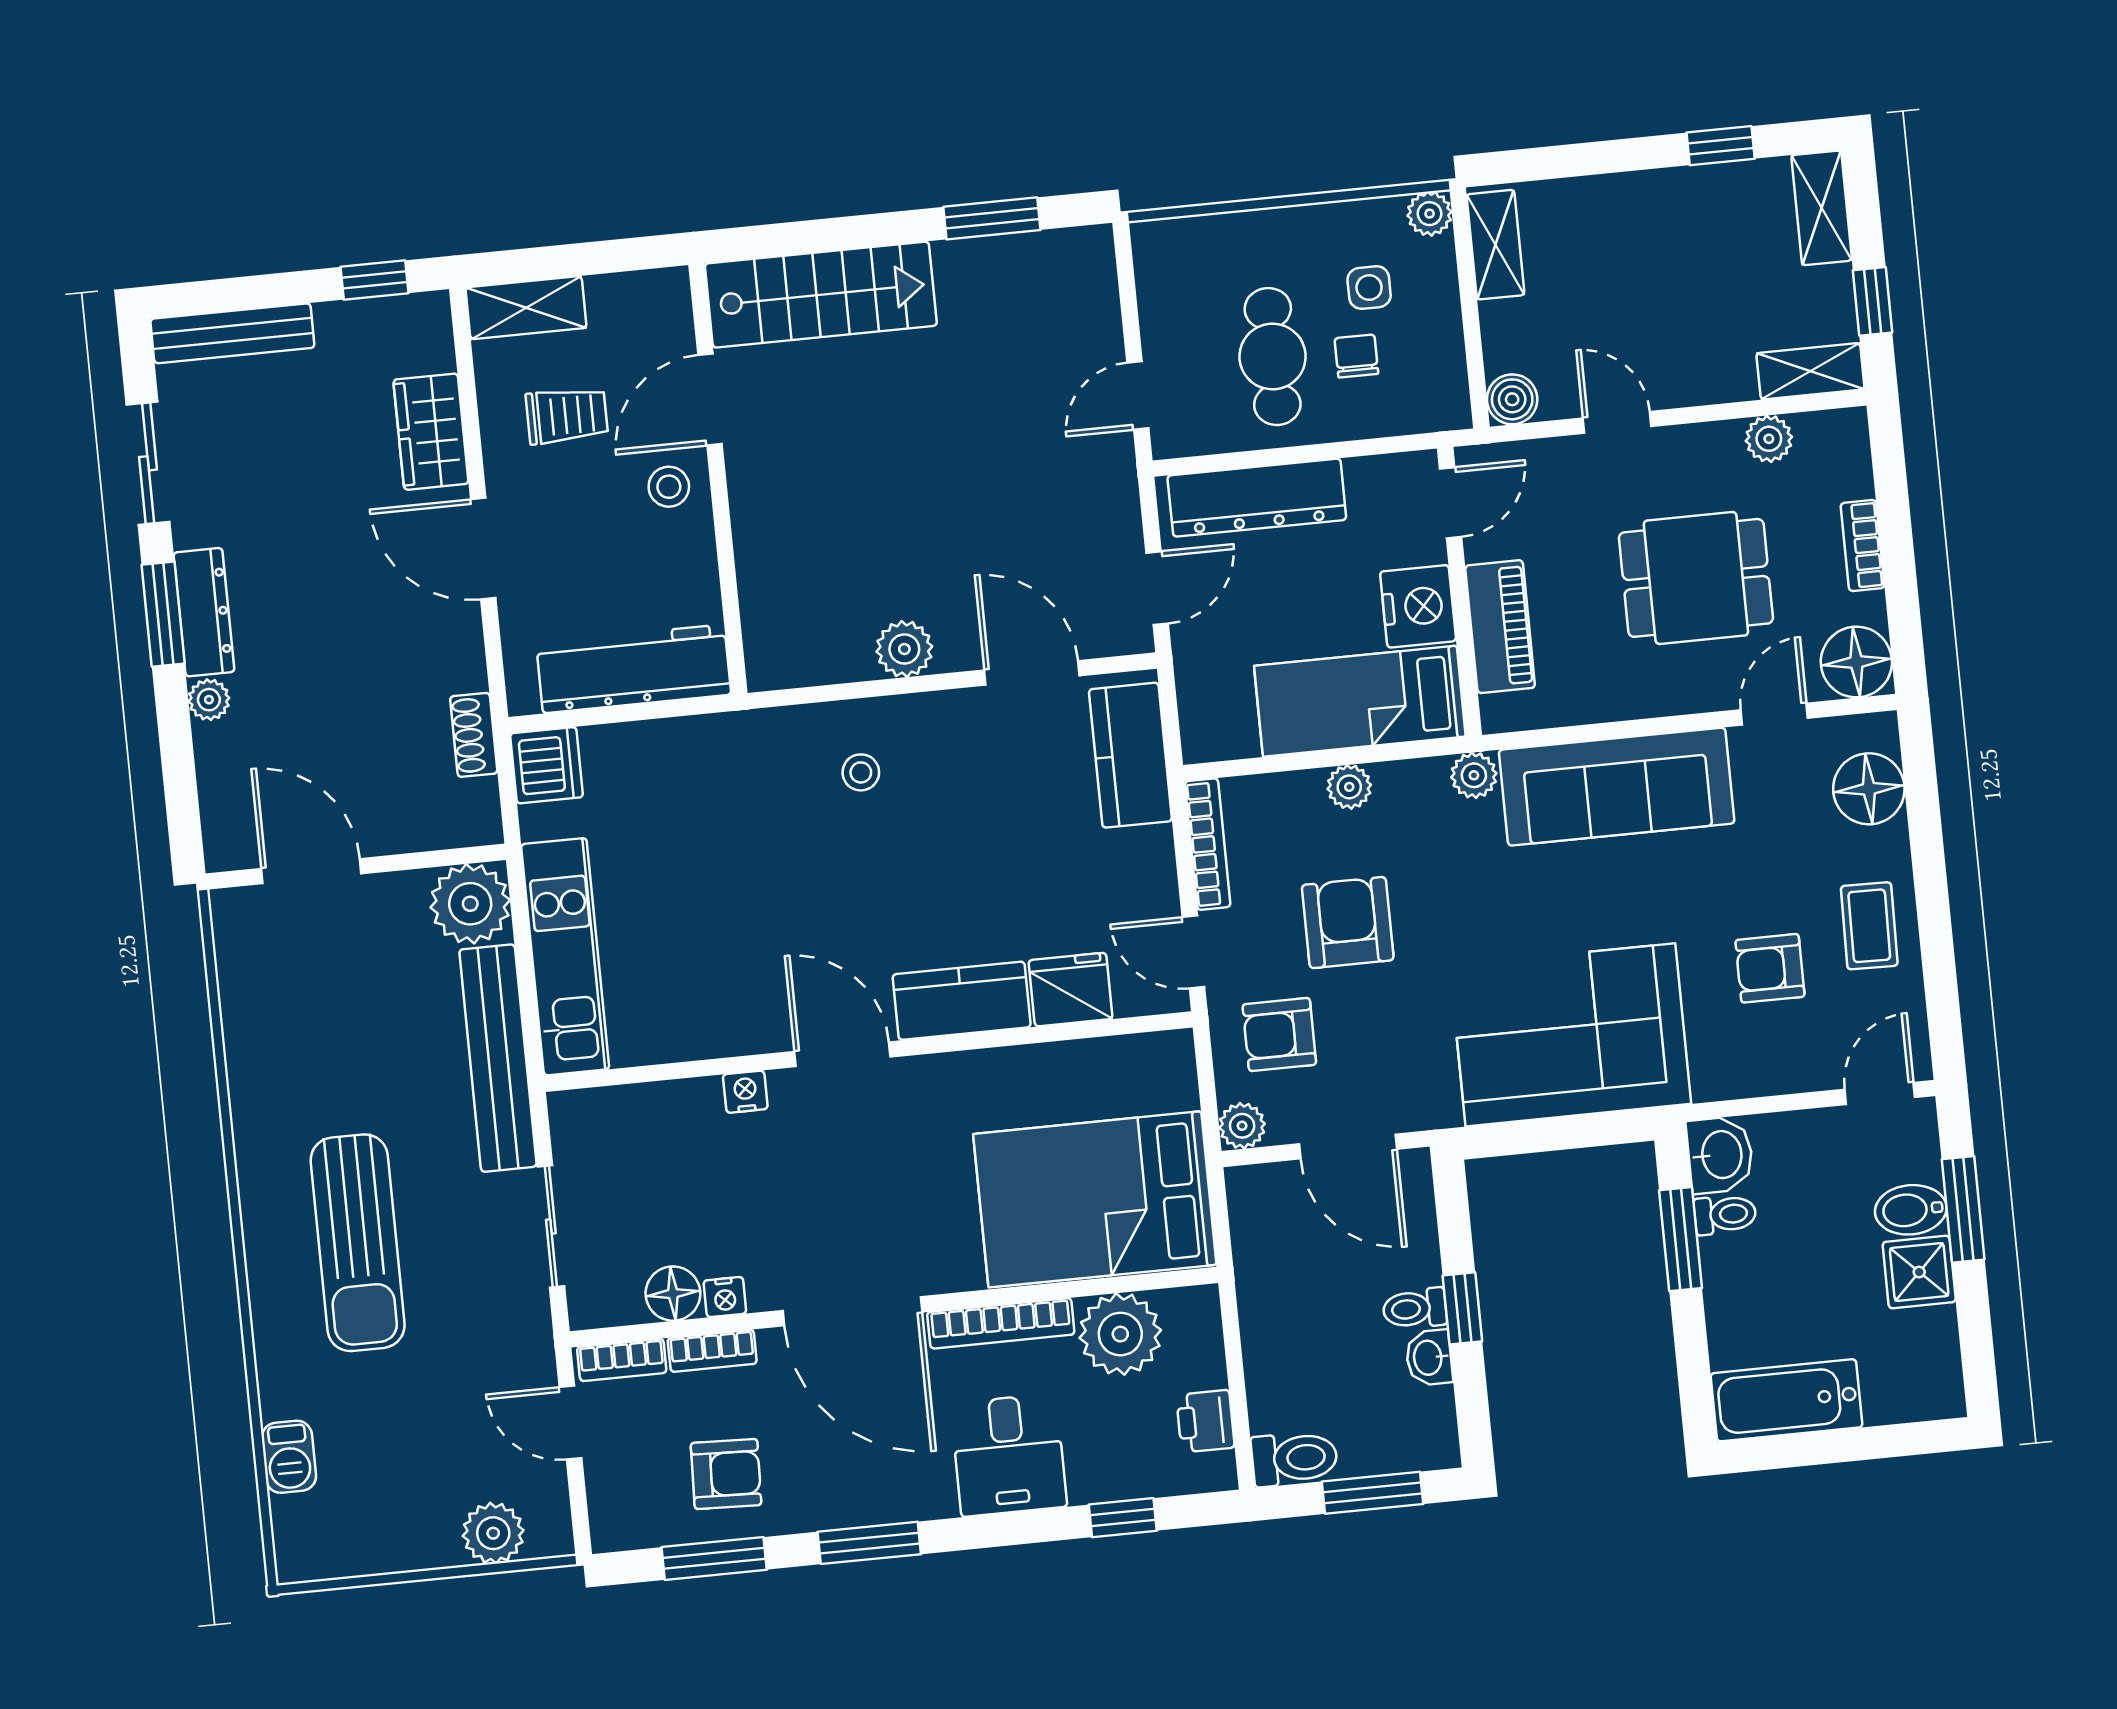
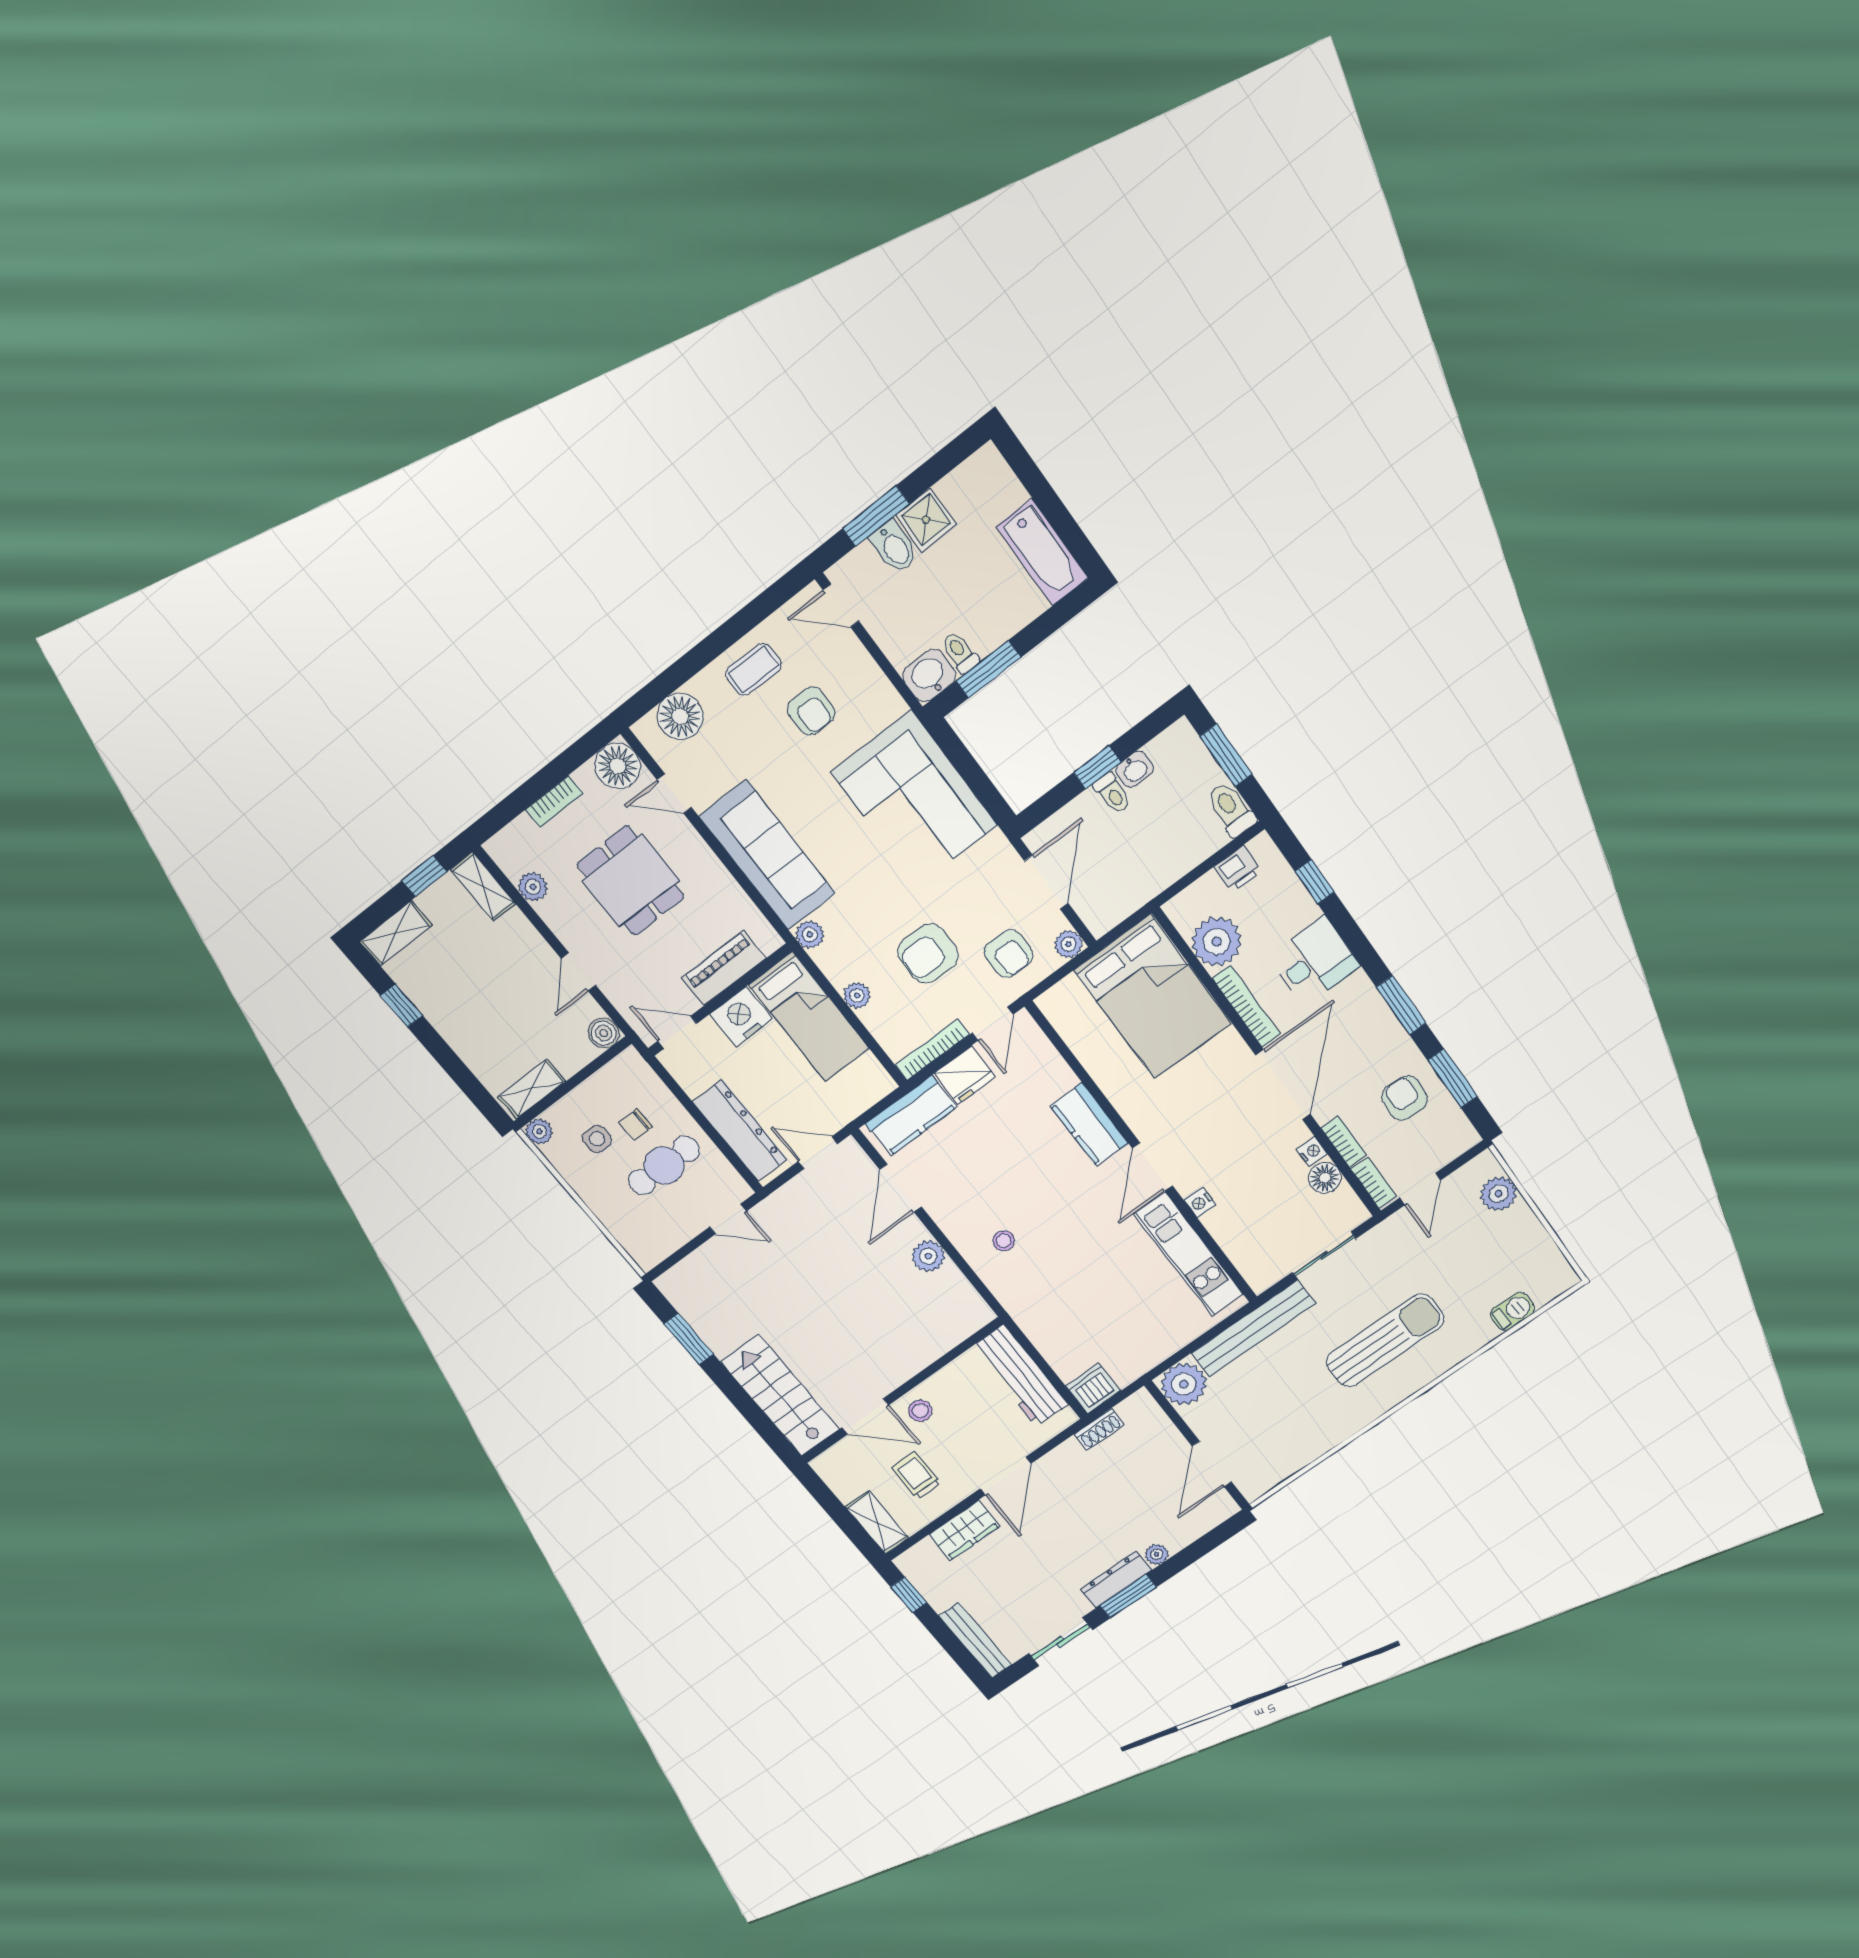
kitchen unit: (565, 957) -> (1189, 1254), moved, turned -90
fridge: (1070, 990) -> (965, 1075), moved, turned -90

